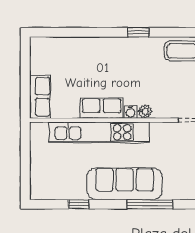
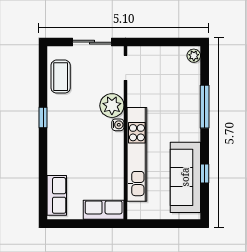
row of seats: (101, 108) -> (57, 195), moved, turned 180
plant: (145, 111) -> (112, 106), width x1.88, depth x1.88
sofa: (125, 184) -> (185, 177), moved

